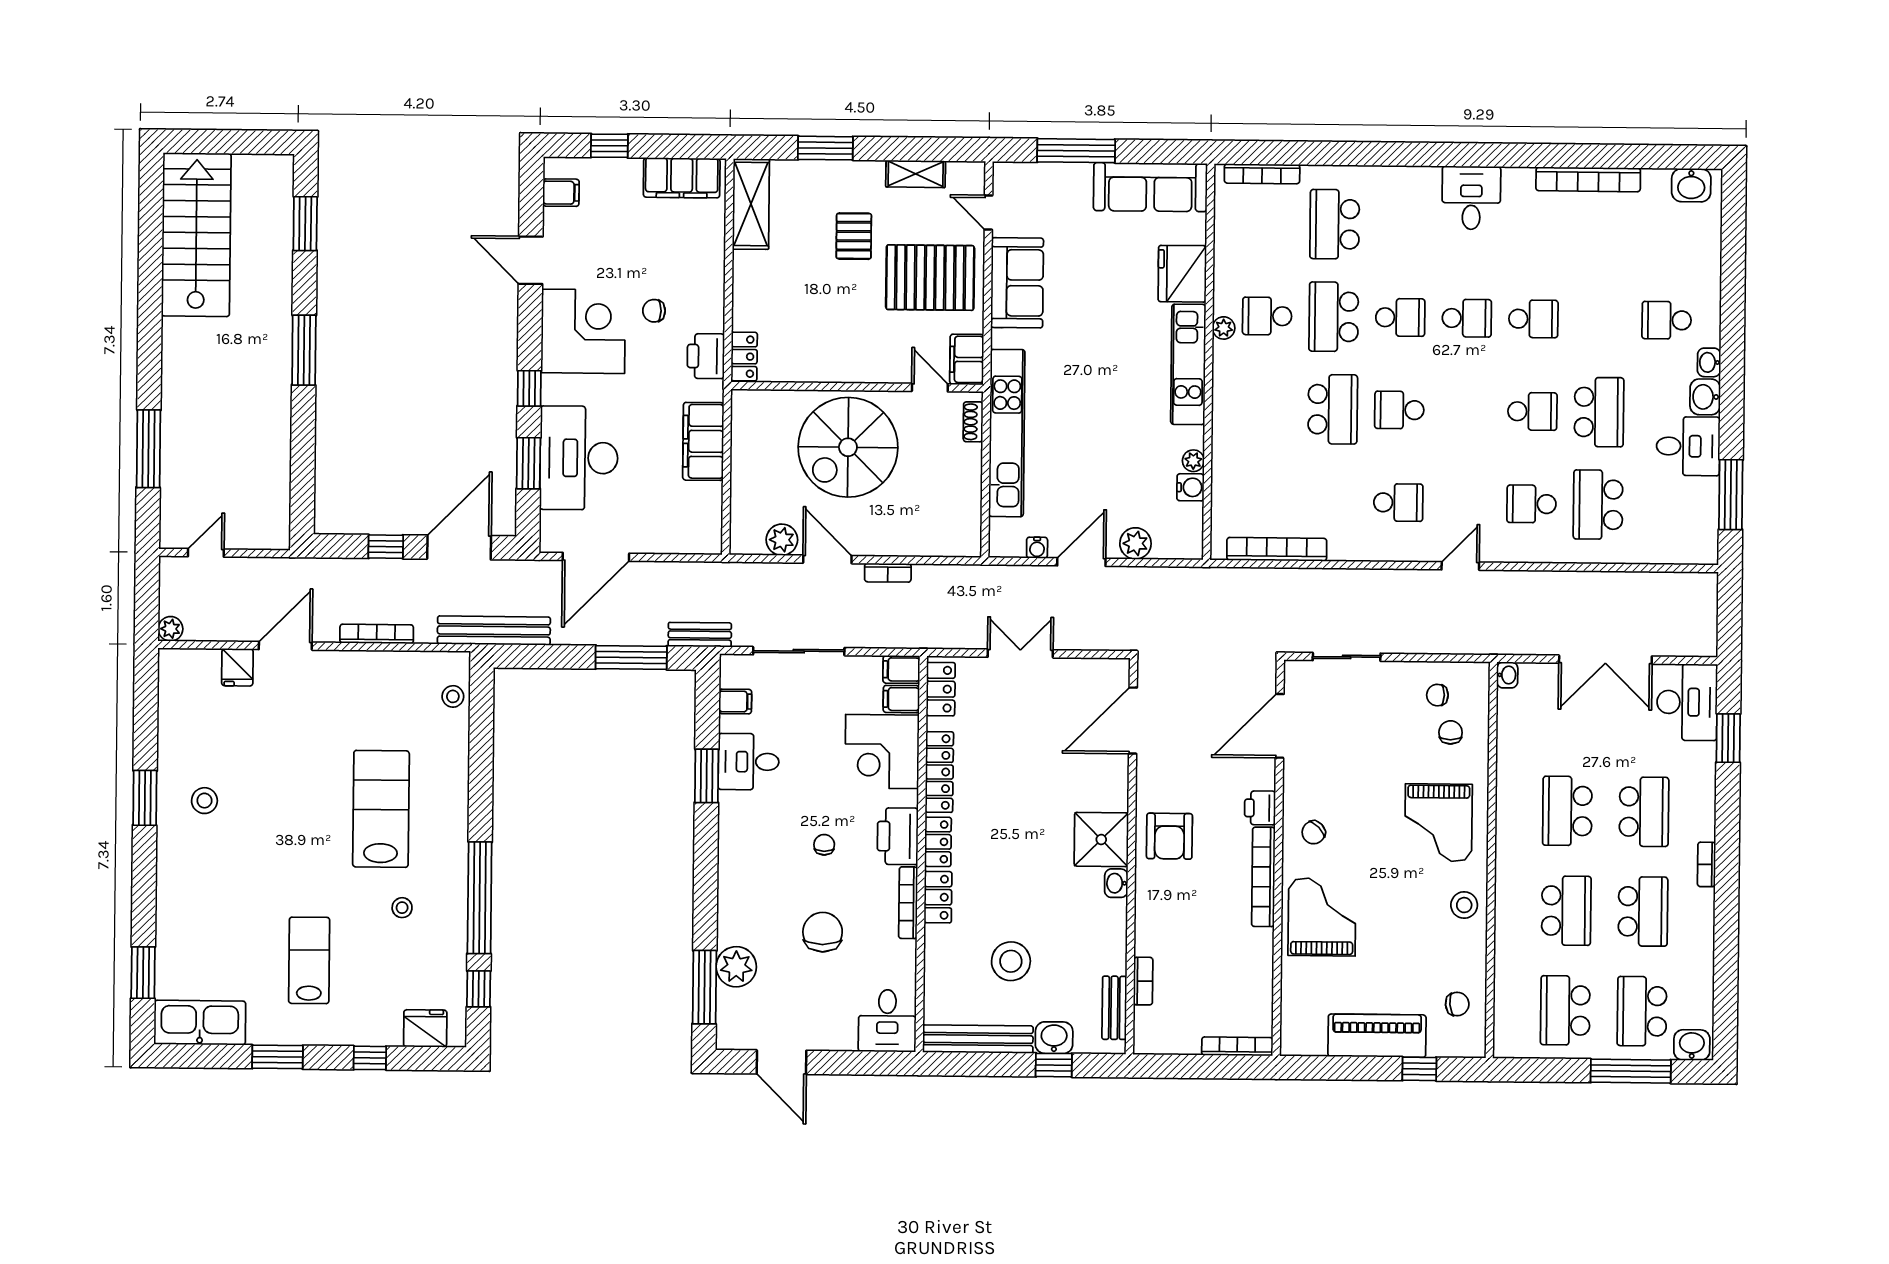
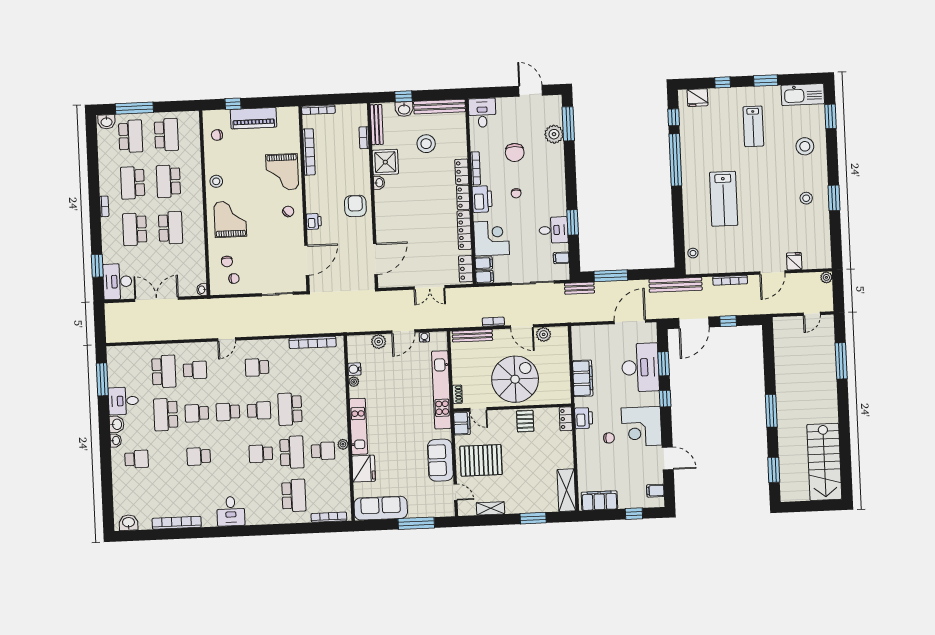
pallet: (854, 236) -> (525, 421), moved
school desk: (1467, 318) -> (228, 412), moved
bench: (934, 545) -> (472, 336), added
shower: (1101, 839) -> (385, 162), moved
bookcase: (1263, 877) -> (309, 152), moved
stool: (402, 908) -> (805, 146), moved, width x1.89, depth x1.89
bench: (1114, 1008) -> (377, 125), width x1.36

